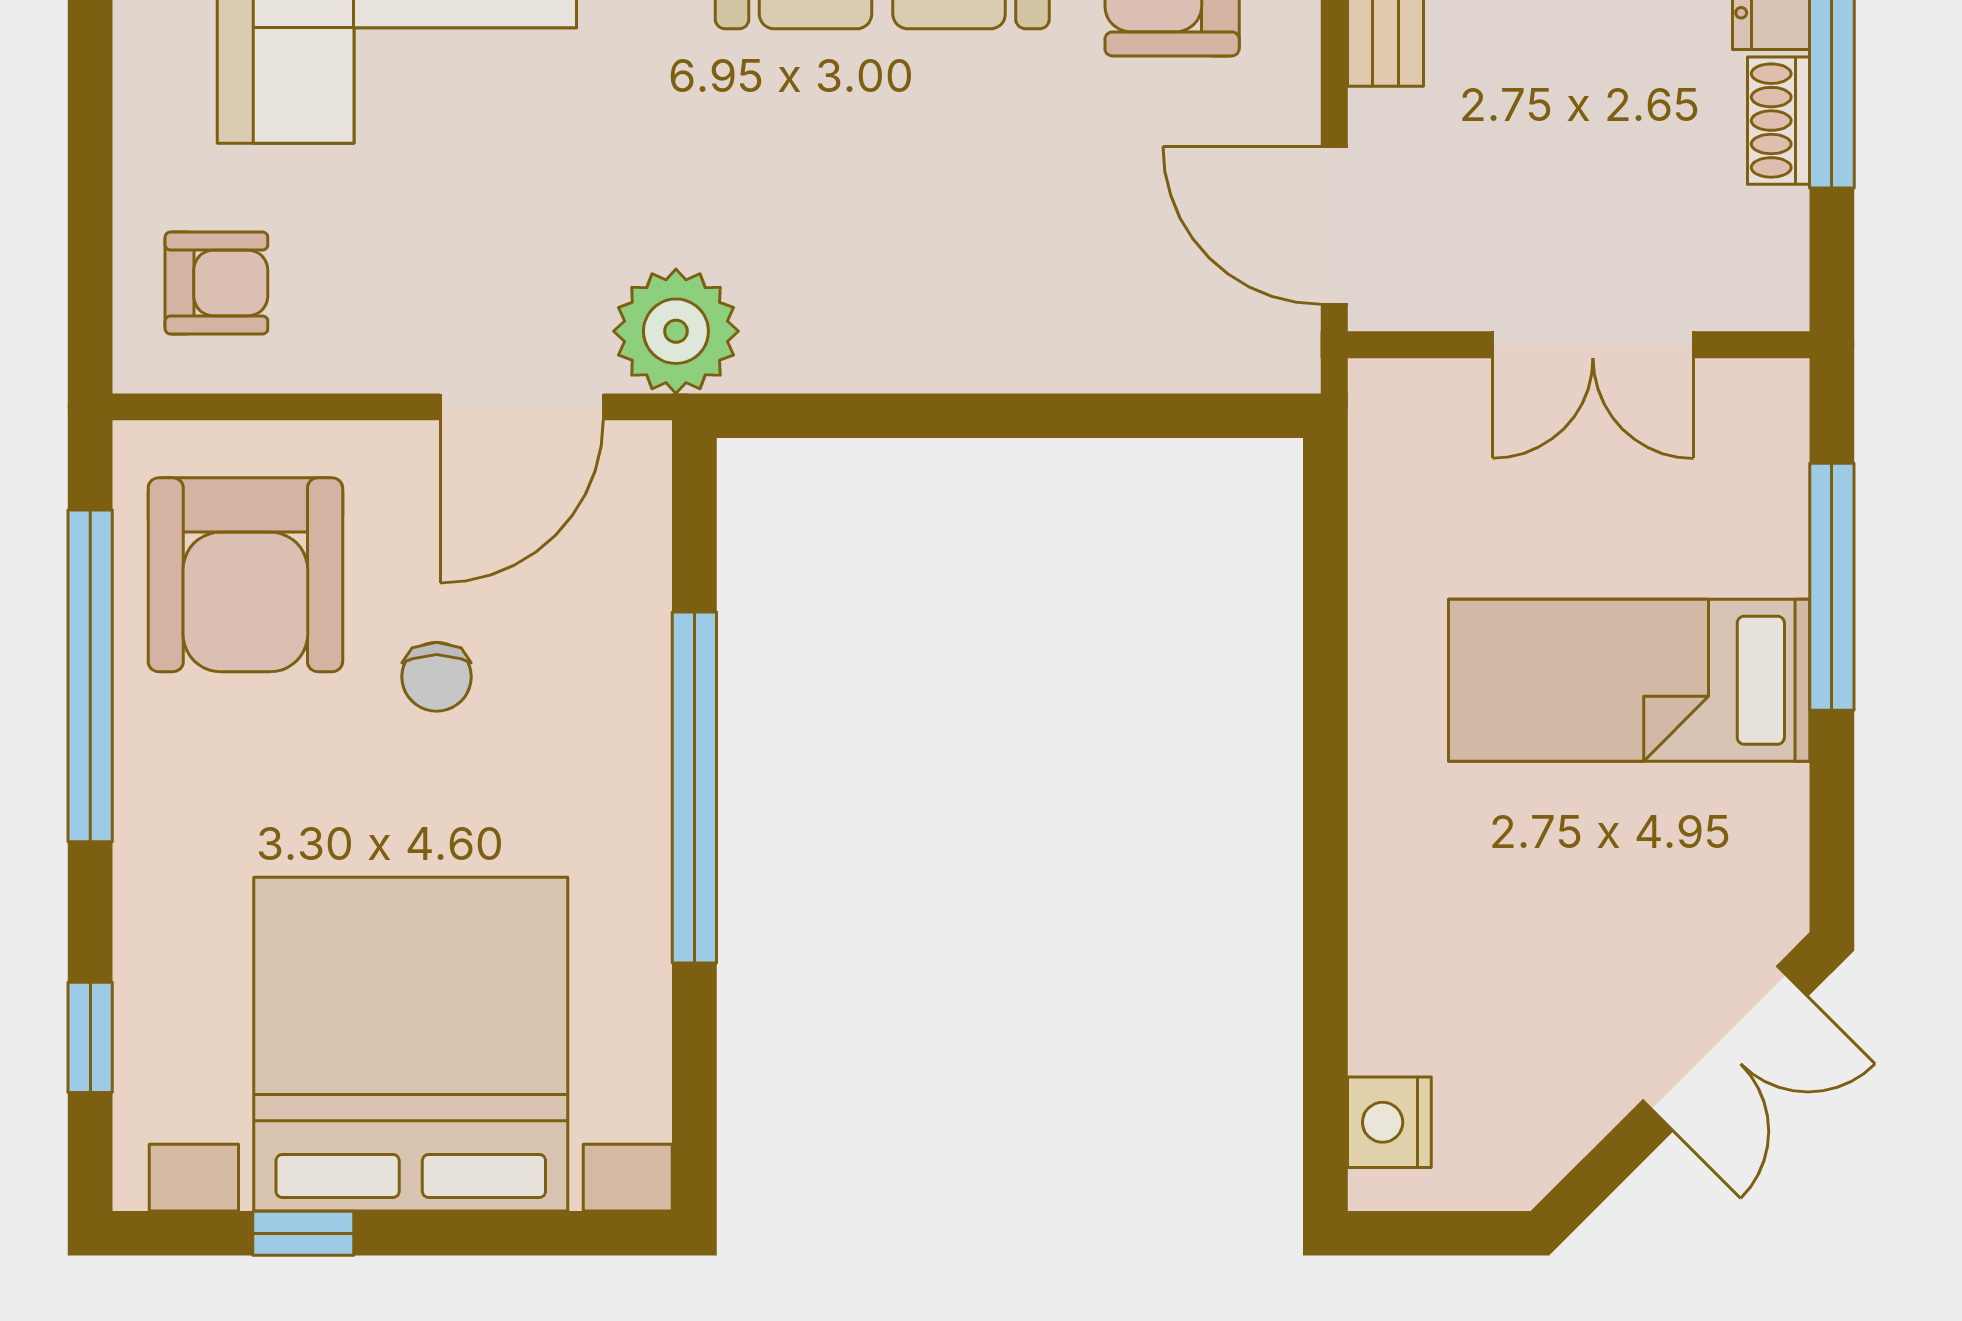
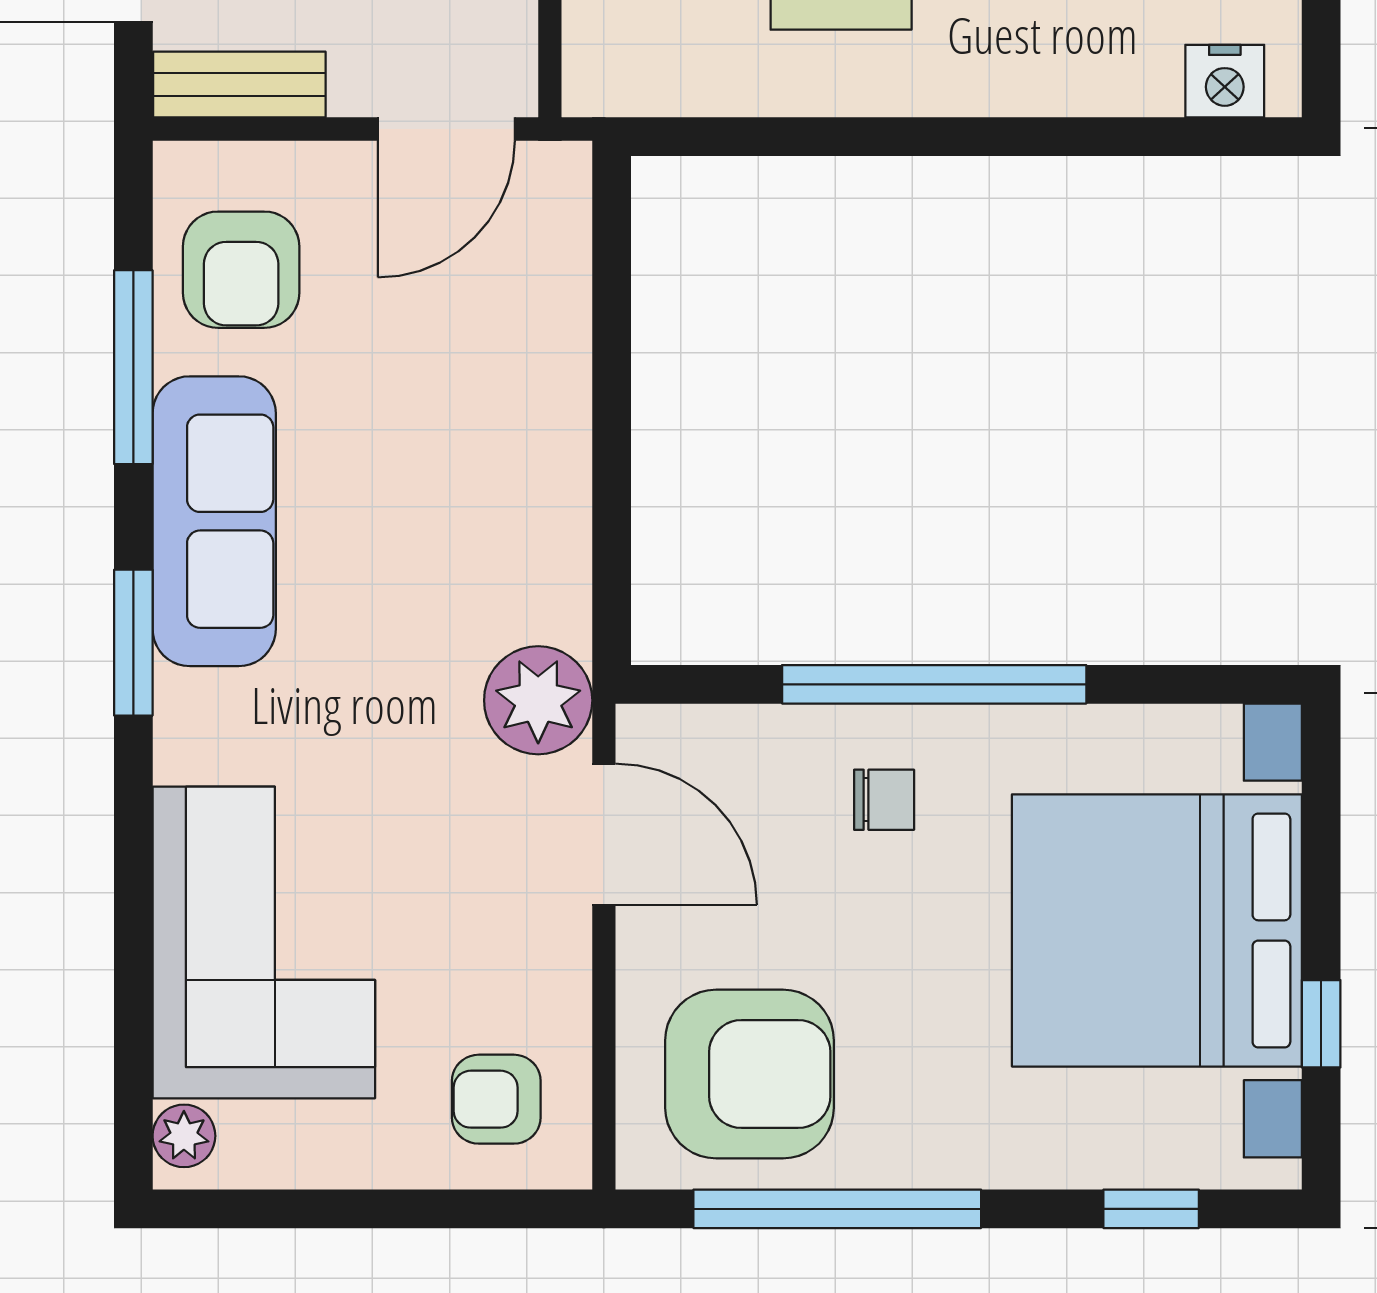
armchair: (216, 283) -> (496, 1099), turned -90
chair: (437, 677) -> (884, 800), moved

